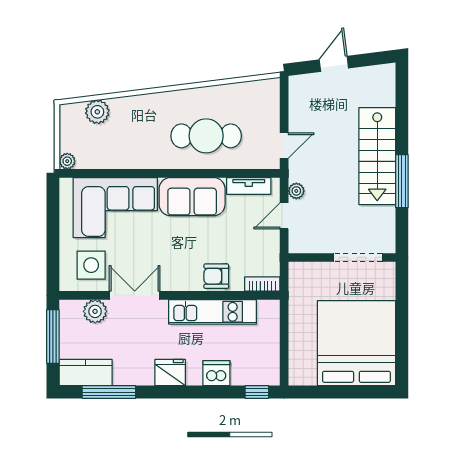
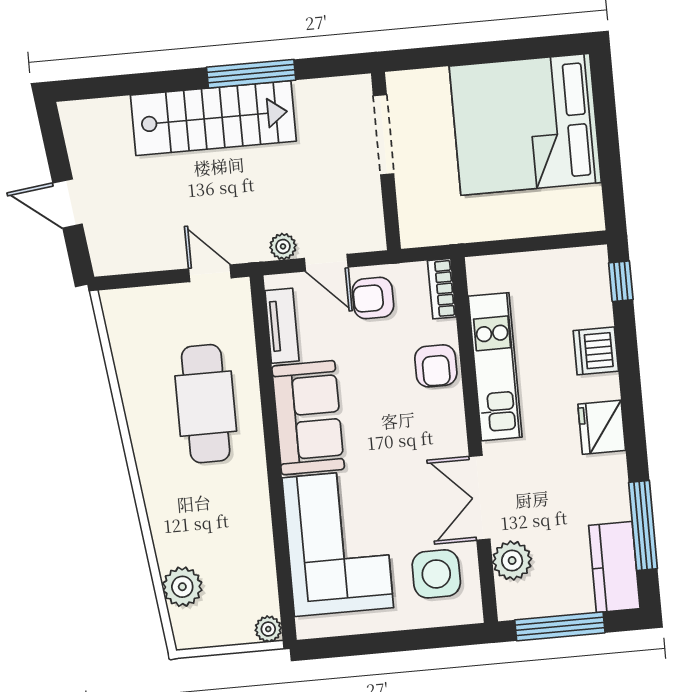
armchair: (260, 242) -> (373, 298), added

